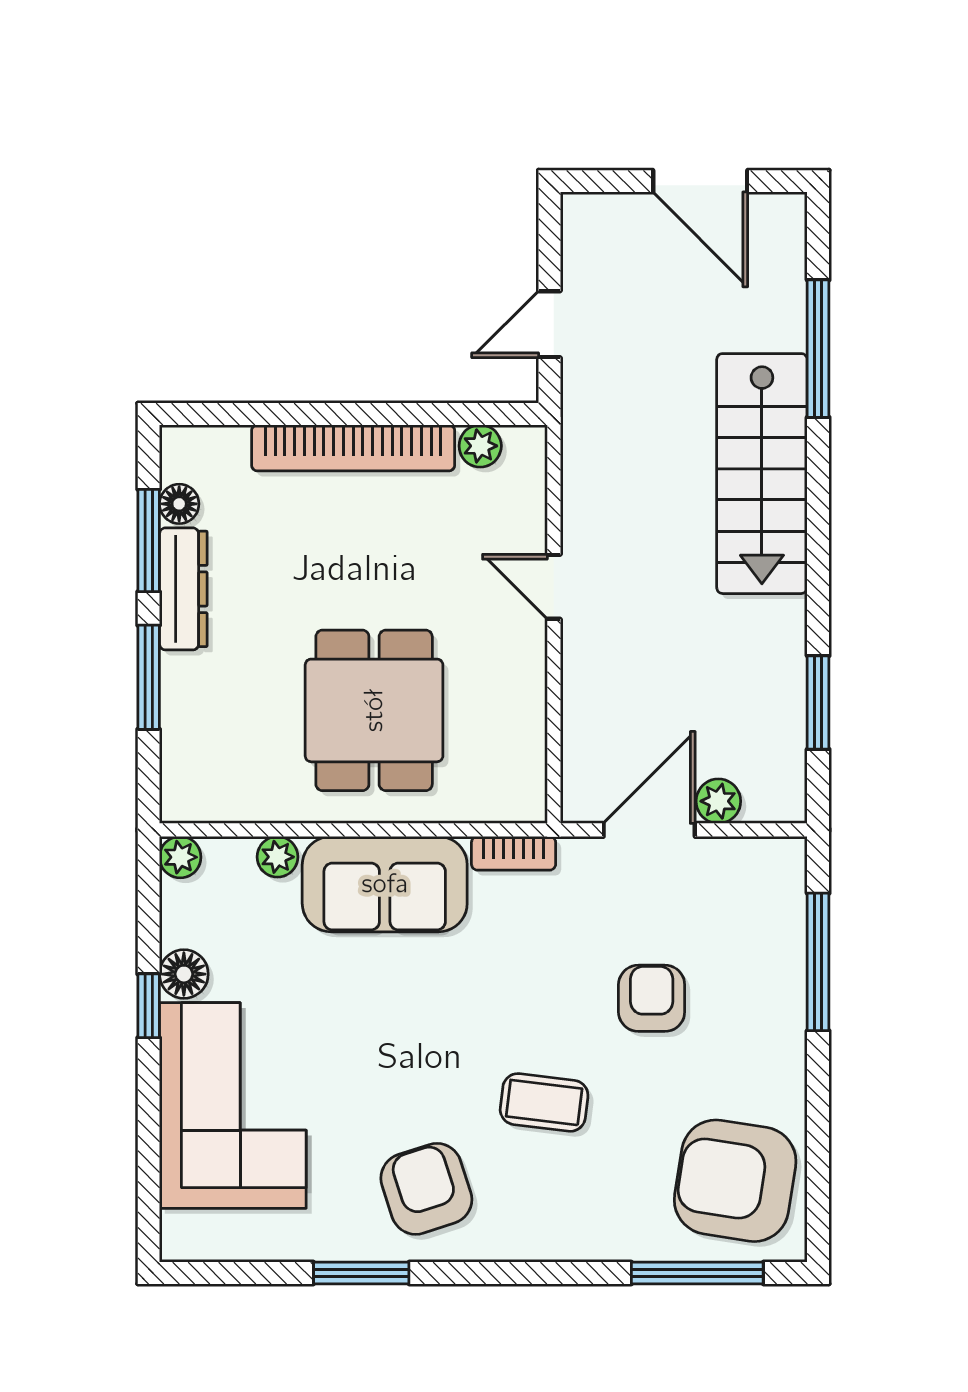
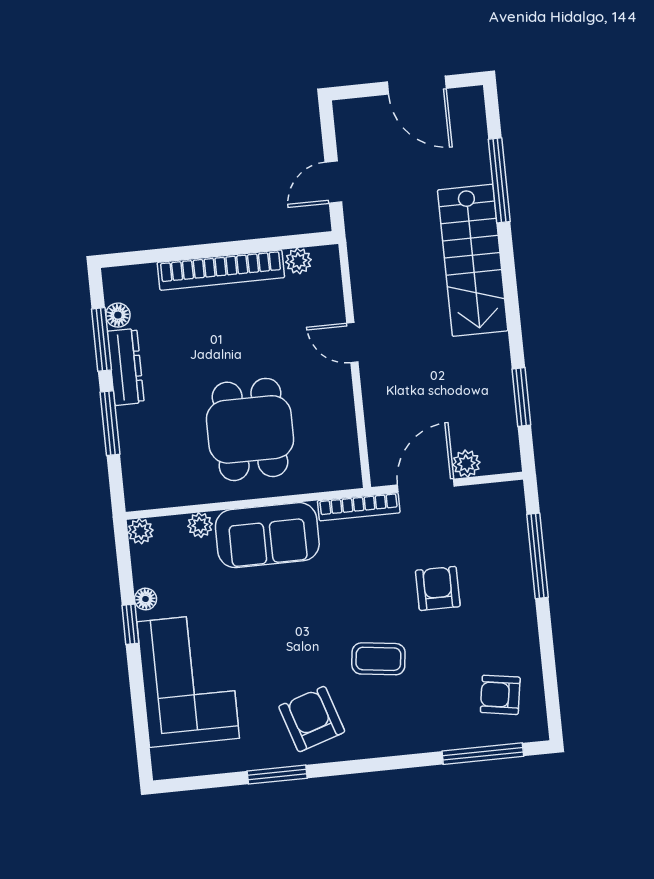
bookcase: (514, 853) -> (359, 507), width x1.56
floor lamp: (184, 974) -> (145, 599), width x0.73, depth x0.73
armchair: (735, 1181) -> (500, 695), width x0.53, depth x0.53

